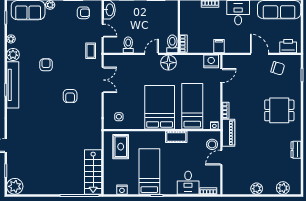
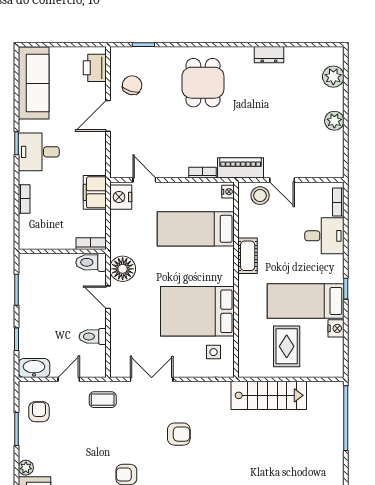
filing cabinet: (219, 46) -> (95, 192), width x2.00
bed: (160, 107) -> (197, 311), moved
rug: (121, 147) -> (287, 346), moved, turned 90
stairs: (93, 172) -> (269, 395), moved
nightstand: (122, 190) -> (336, 328), moved

